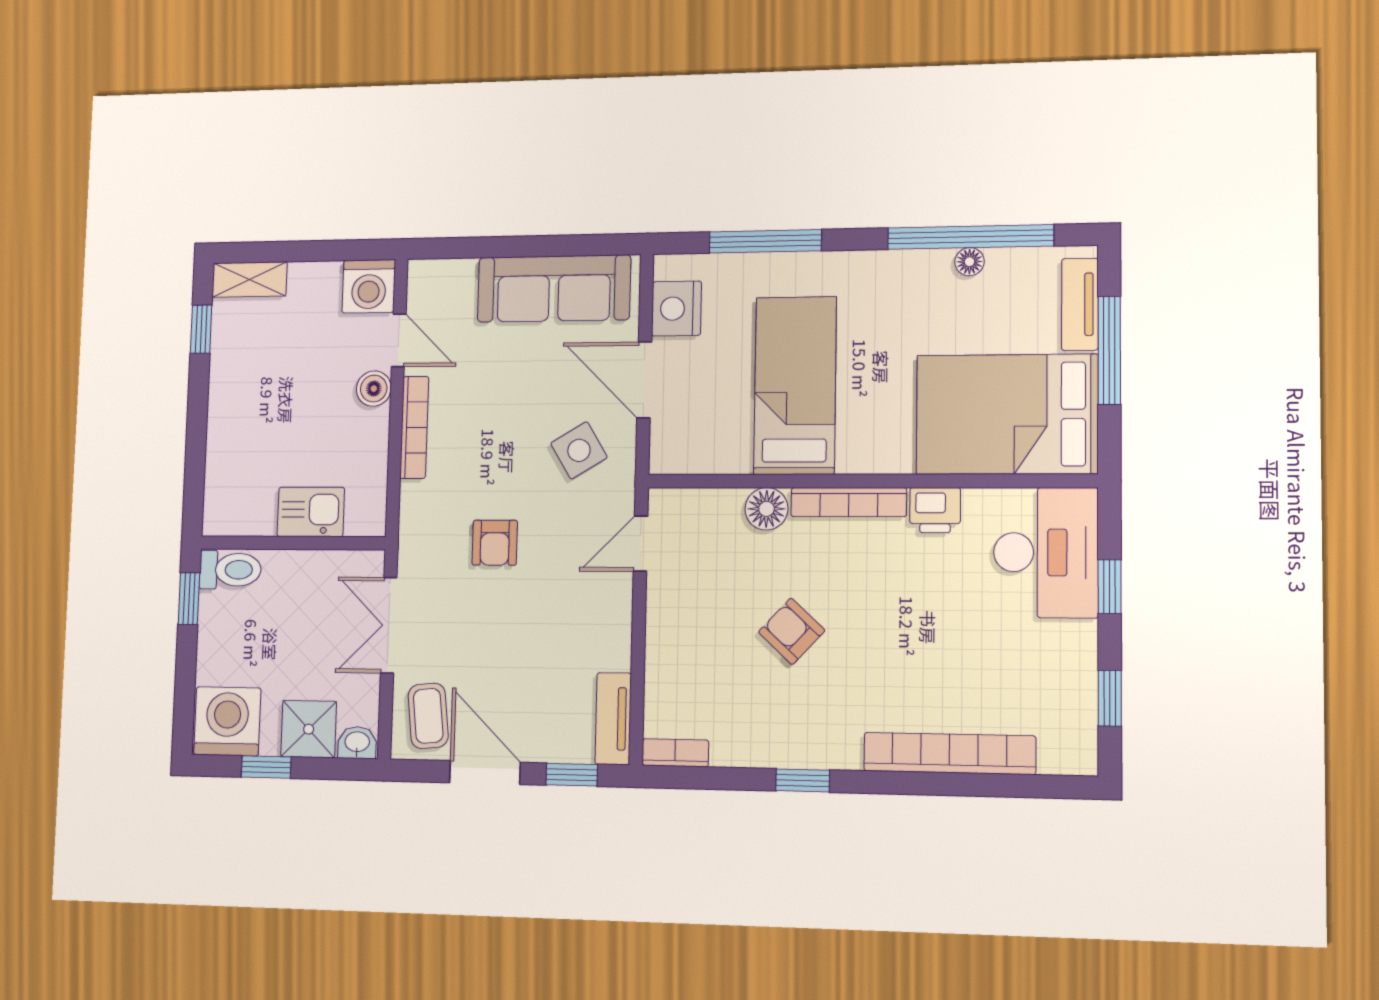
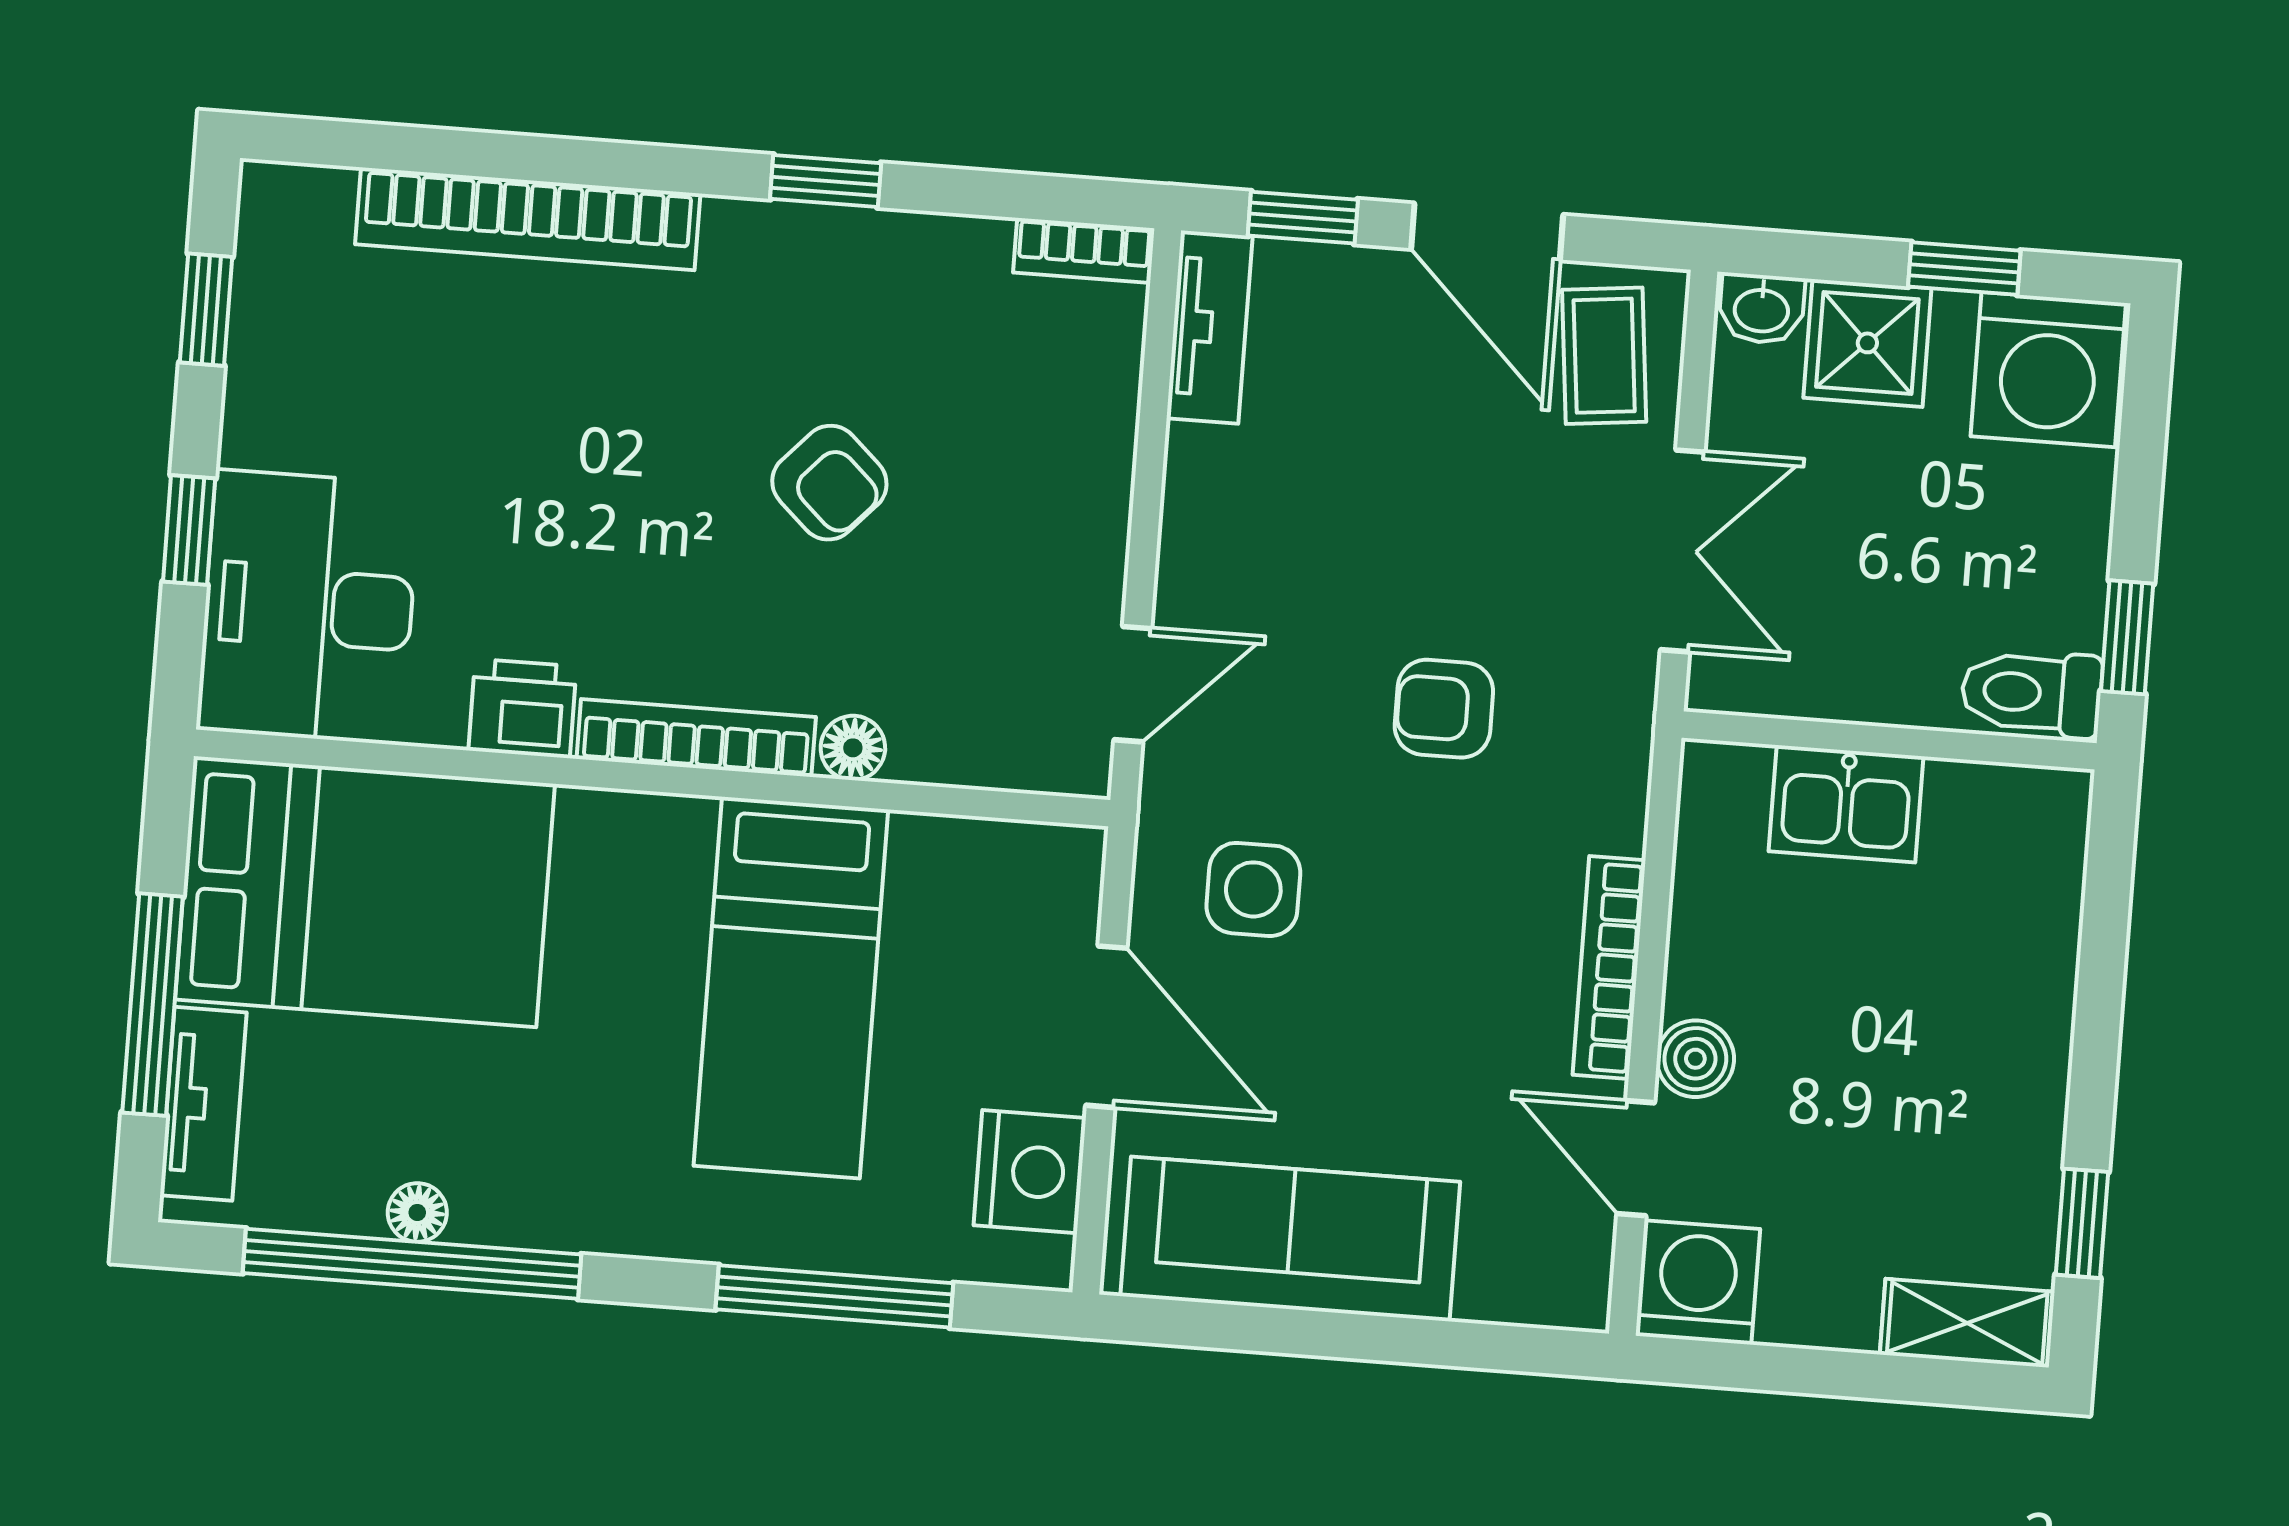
side table: (579, 450) -> (1253, 889), turned 31
floor lamp: (766, 509) -> (853, 748), width x0.73, depth x0.73
armchair: (495, 543) -> (1444, 709), turned -90

